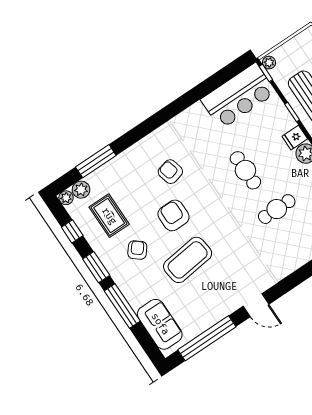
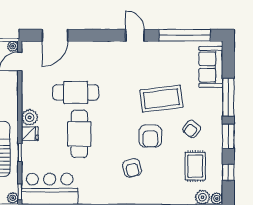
cafe table: (245, 170) -> (79, 134), width x1.37, depth x1.35
cafe table: (277, 209) -> (76, 92), width x1.37, depth x1.35

